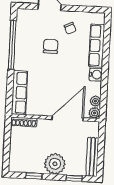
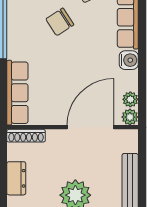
chair: (51, 46) -> (60, 22), turned -123
dresser: (16, 150) -> (16, 178), added

